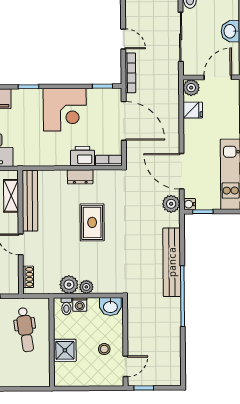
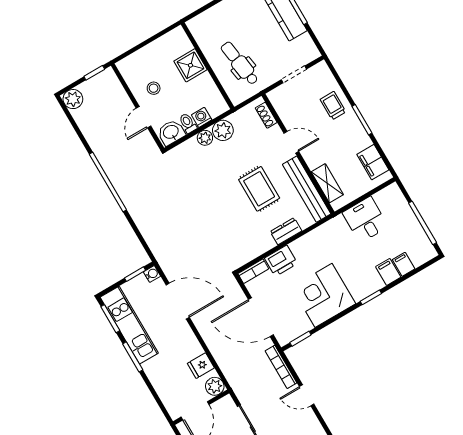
dresser: (80, 177) -> (286, 231), moved
plant: (171, 204) -> (73, 99), moved
rug: (92, 222) -> (259, 189), moved
bench: (172, 262) -> (137, 209), removed
toilet: (66, 306) -> (188, 123), moved
door: (125, 366) -> (144, 117), moved

